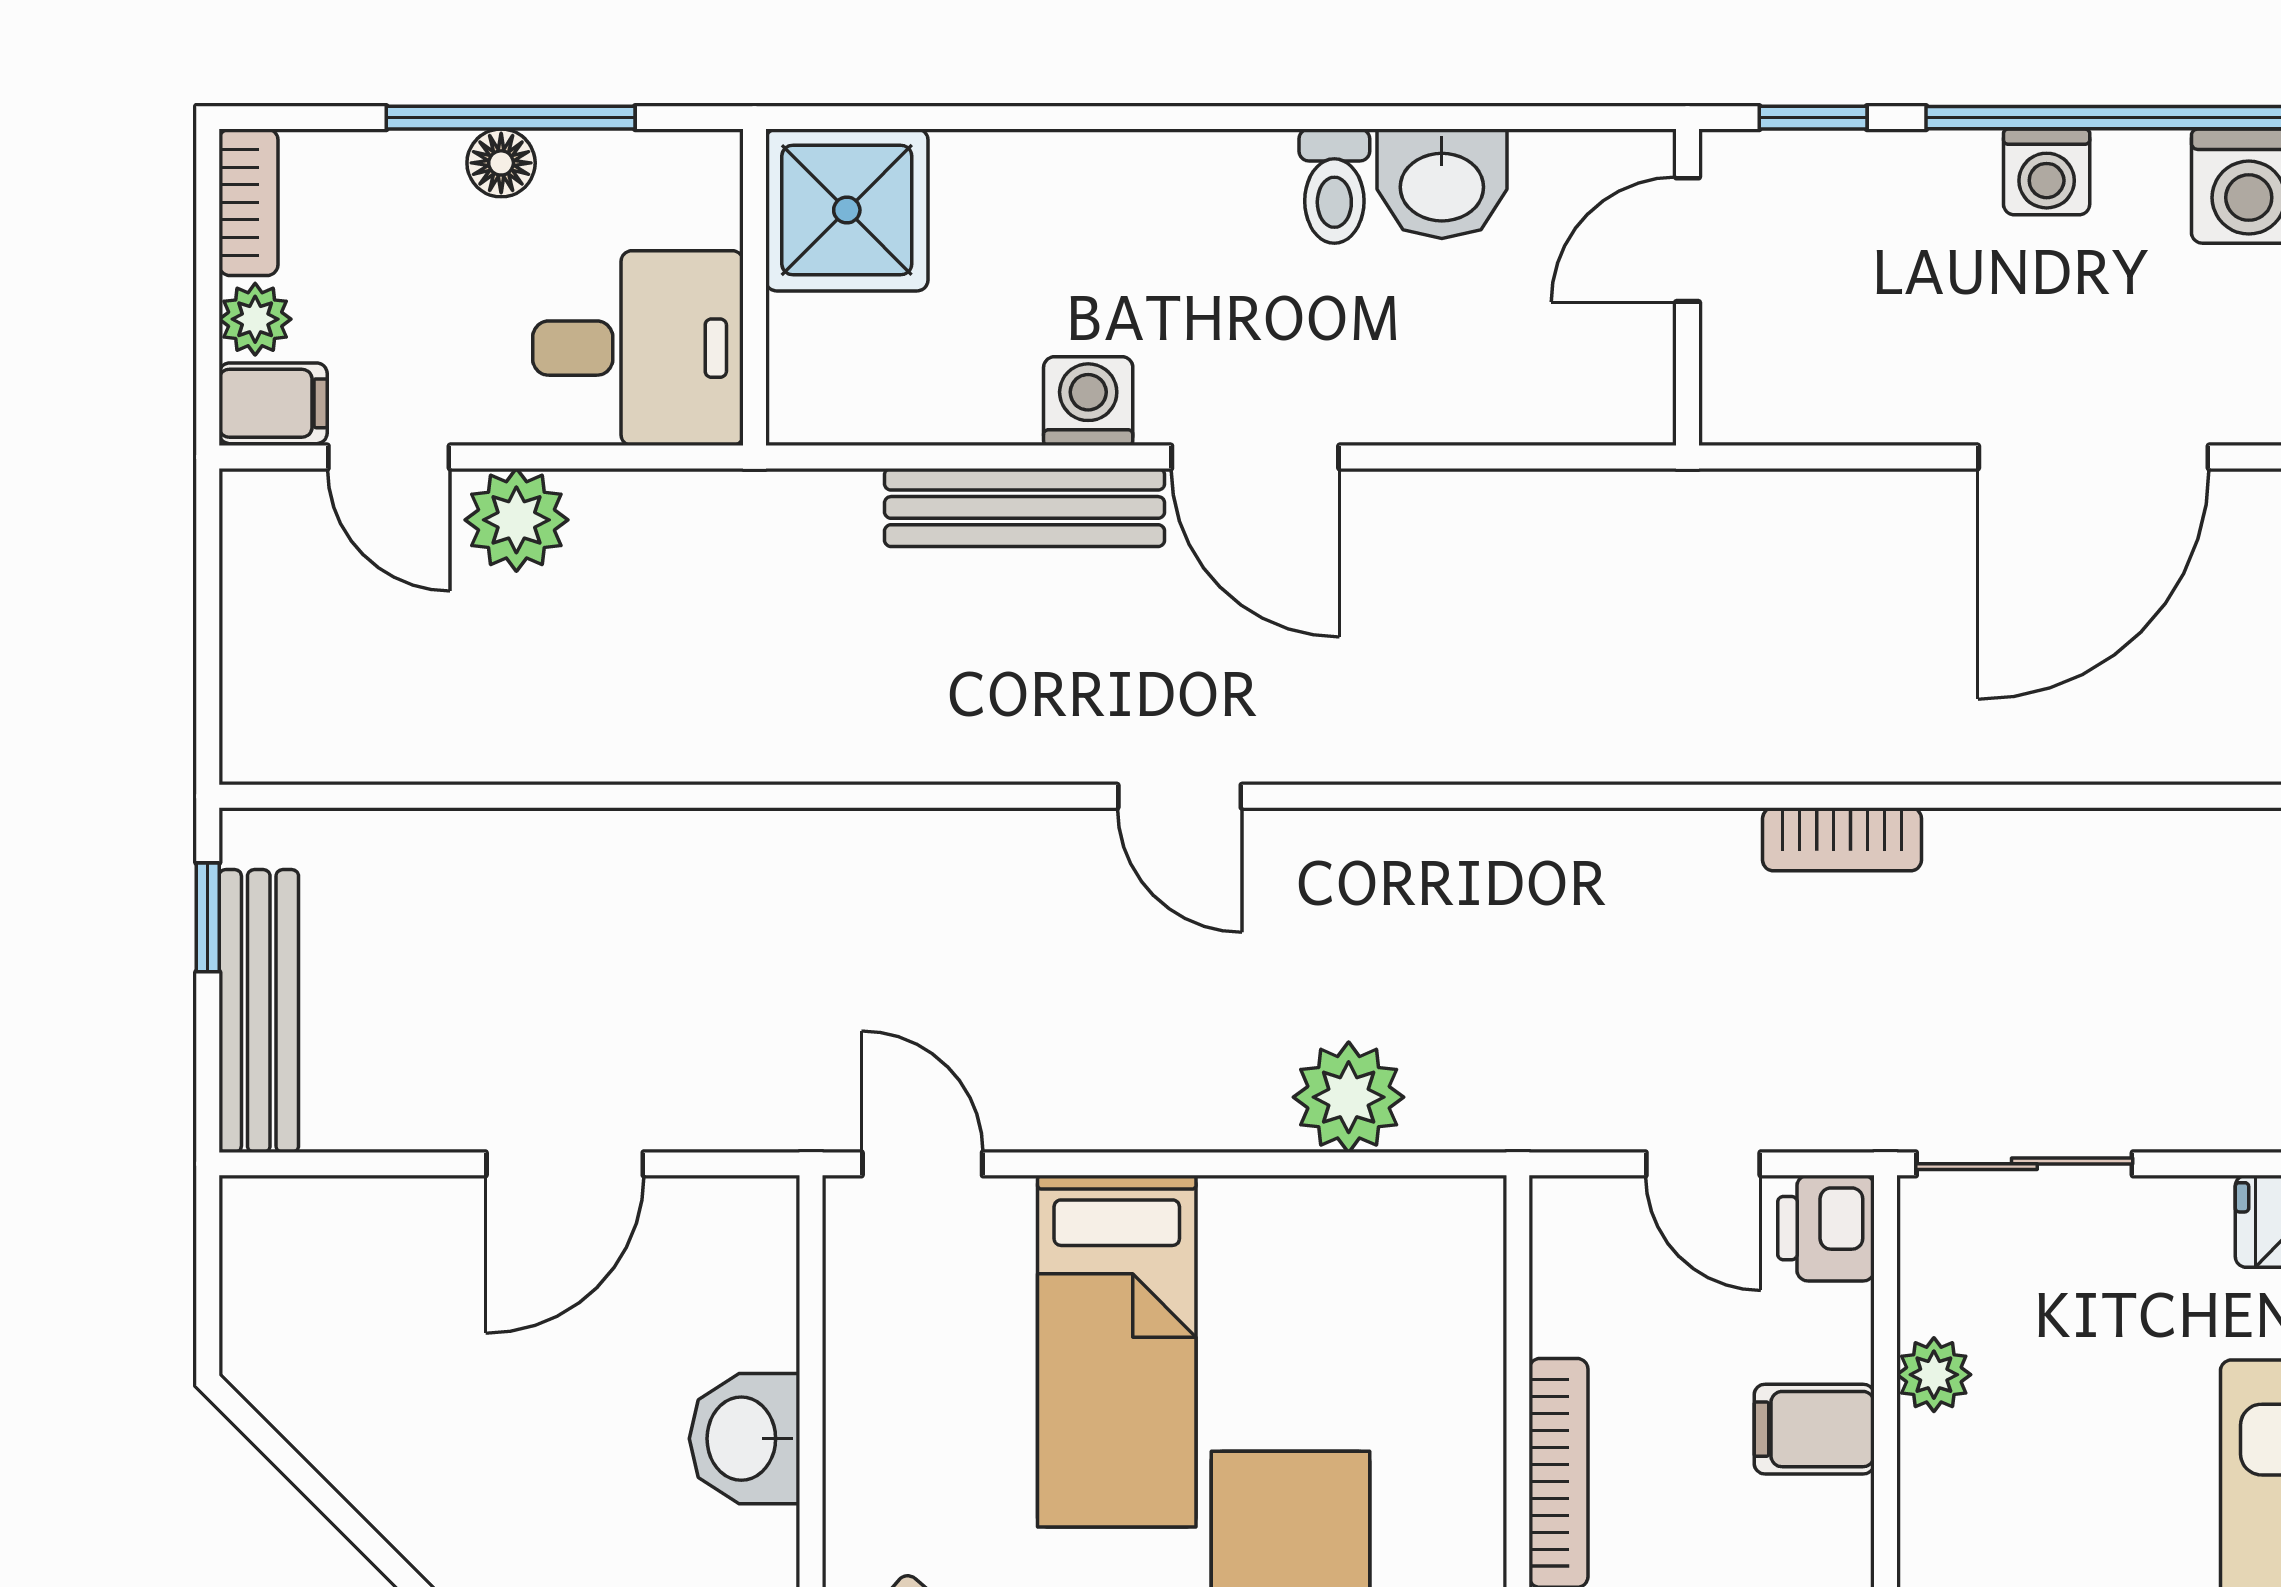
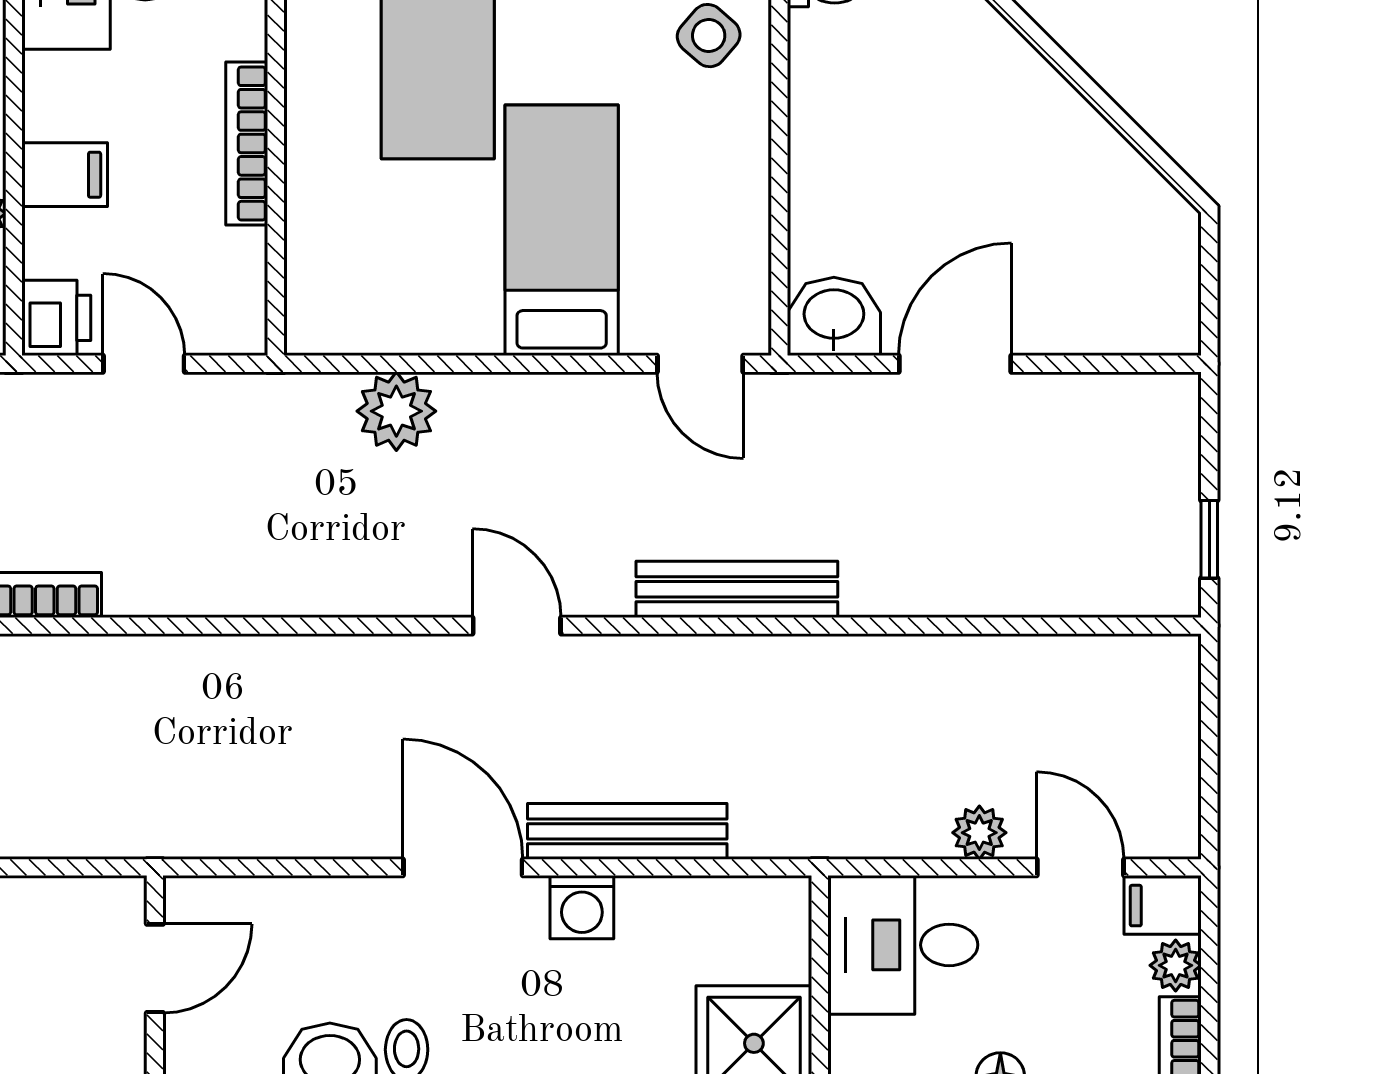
door: (1688, 240) -> (155, 968), moved
plant: (516, 520) -> (979, 833), width x0.73, depth x0.73
bench: (259, 1011) -> (737, 589), moved, turned 90
washbasin: (745, 1439) -> (834, 316), moved, turned -90

